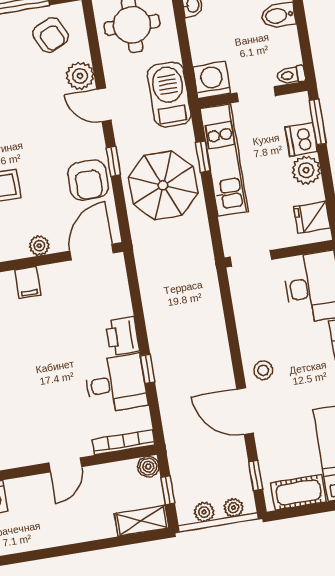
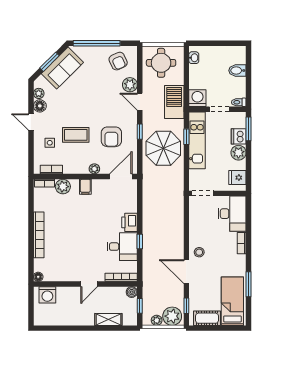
armchair: (88, 180) -> (111, 137), moved
plant: (234, 508) -> (172, 316), width x1.87, depth x1.87
shelving: (142, 521) -> (108, 319), moved

